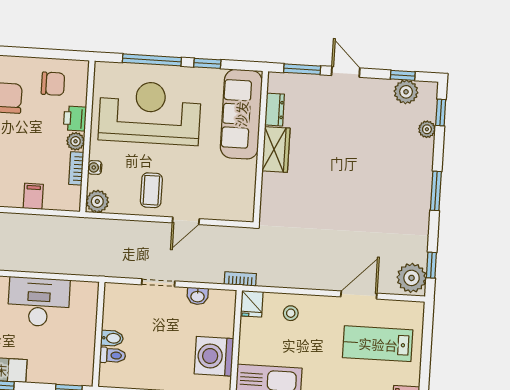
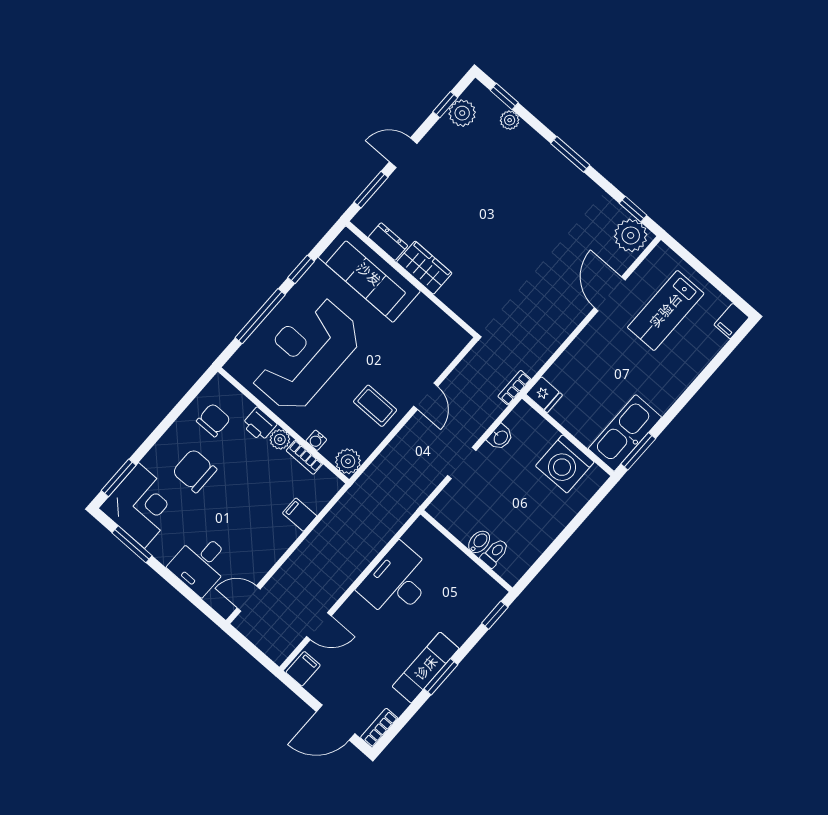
stool: (291, 313) -> (579, 366), removed

